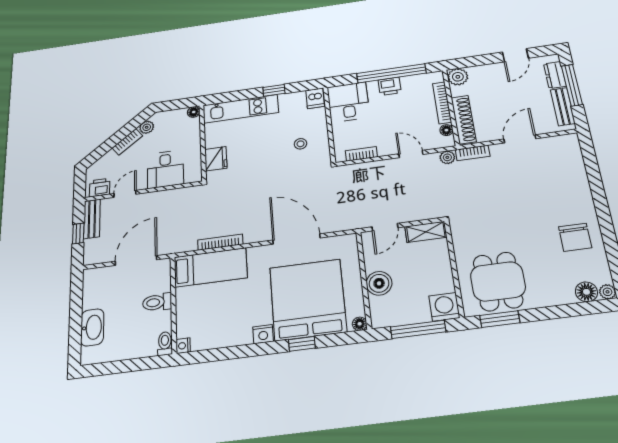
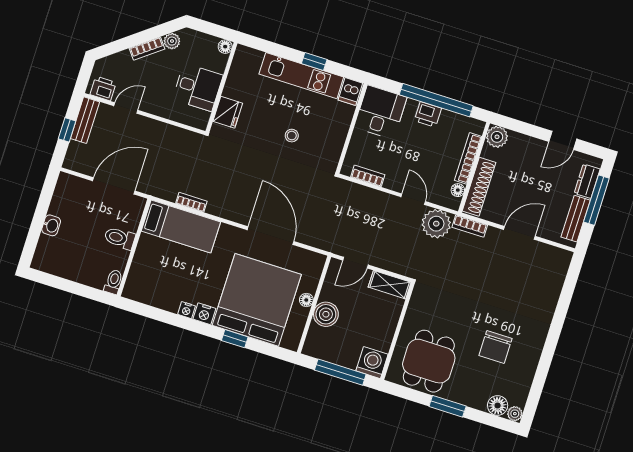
kitchen unit: (241, 109) -> (301, 76), moved
stool: (300, 144) -> (292, 136), moved
plant: (447, 157) -> (436, 224), width x1.87, depth x1.87
desk: (165, 169) -> (198, 87), moved, turned -90
chair: (575, 237) -> (495, 347), moved
bookcase: (220, 242) -> (191, 202), width x0.64
window: (500, 319) -> (448, 406), moved
floor lamp: (360, 324) -> (306, 300), moved
washbasin: (92, 327) -> (51, 225), width x0.52, depth x0.69
nightstand: (183, 346) -> (186, 310), moved, turned -90

